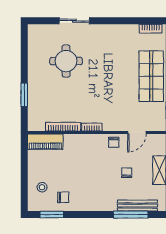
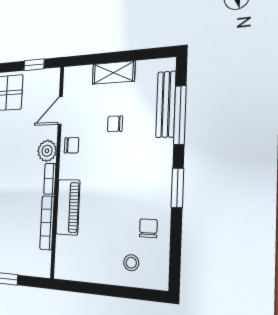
plant: (110, 124) -> (47, 151), added
door: (137, 133) -> (60, 110), swing flipped
piano: (45, 142) -> (68, 207), moved
window: (52, 215) -> (177, 188), moved

